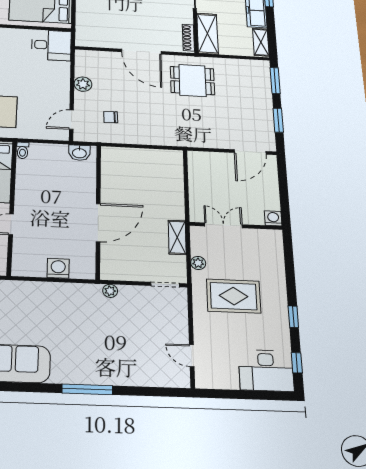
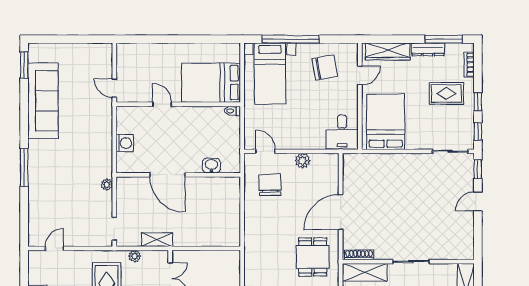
chair: (111, 117) -> (270, 185), width x1.87, depth x1.87
washbasin: (79, 153) -> (211, 166), moved, turned 90

